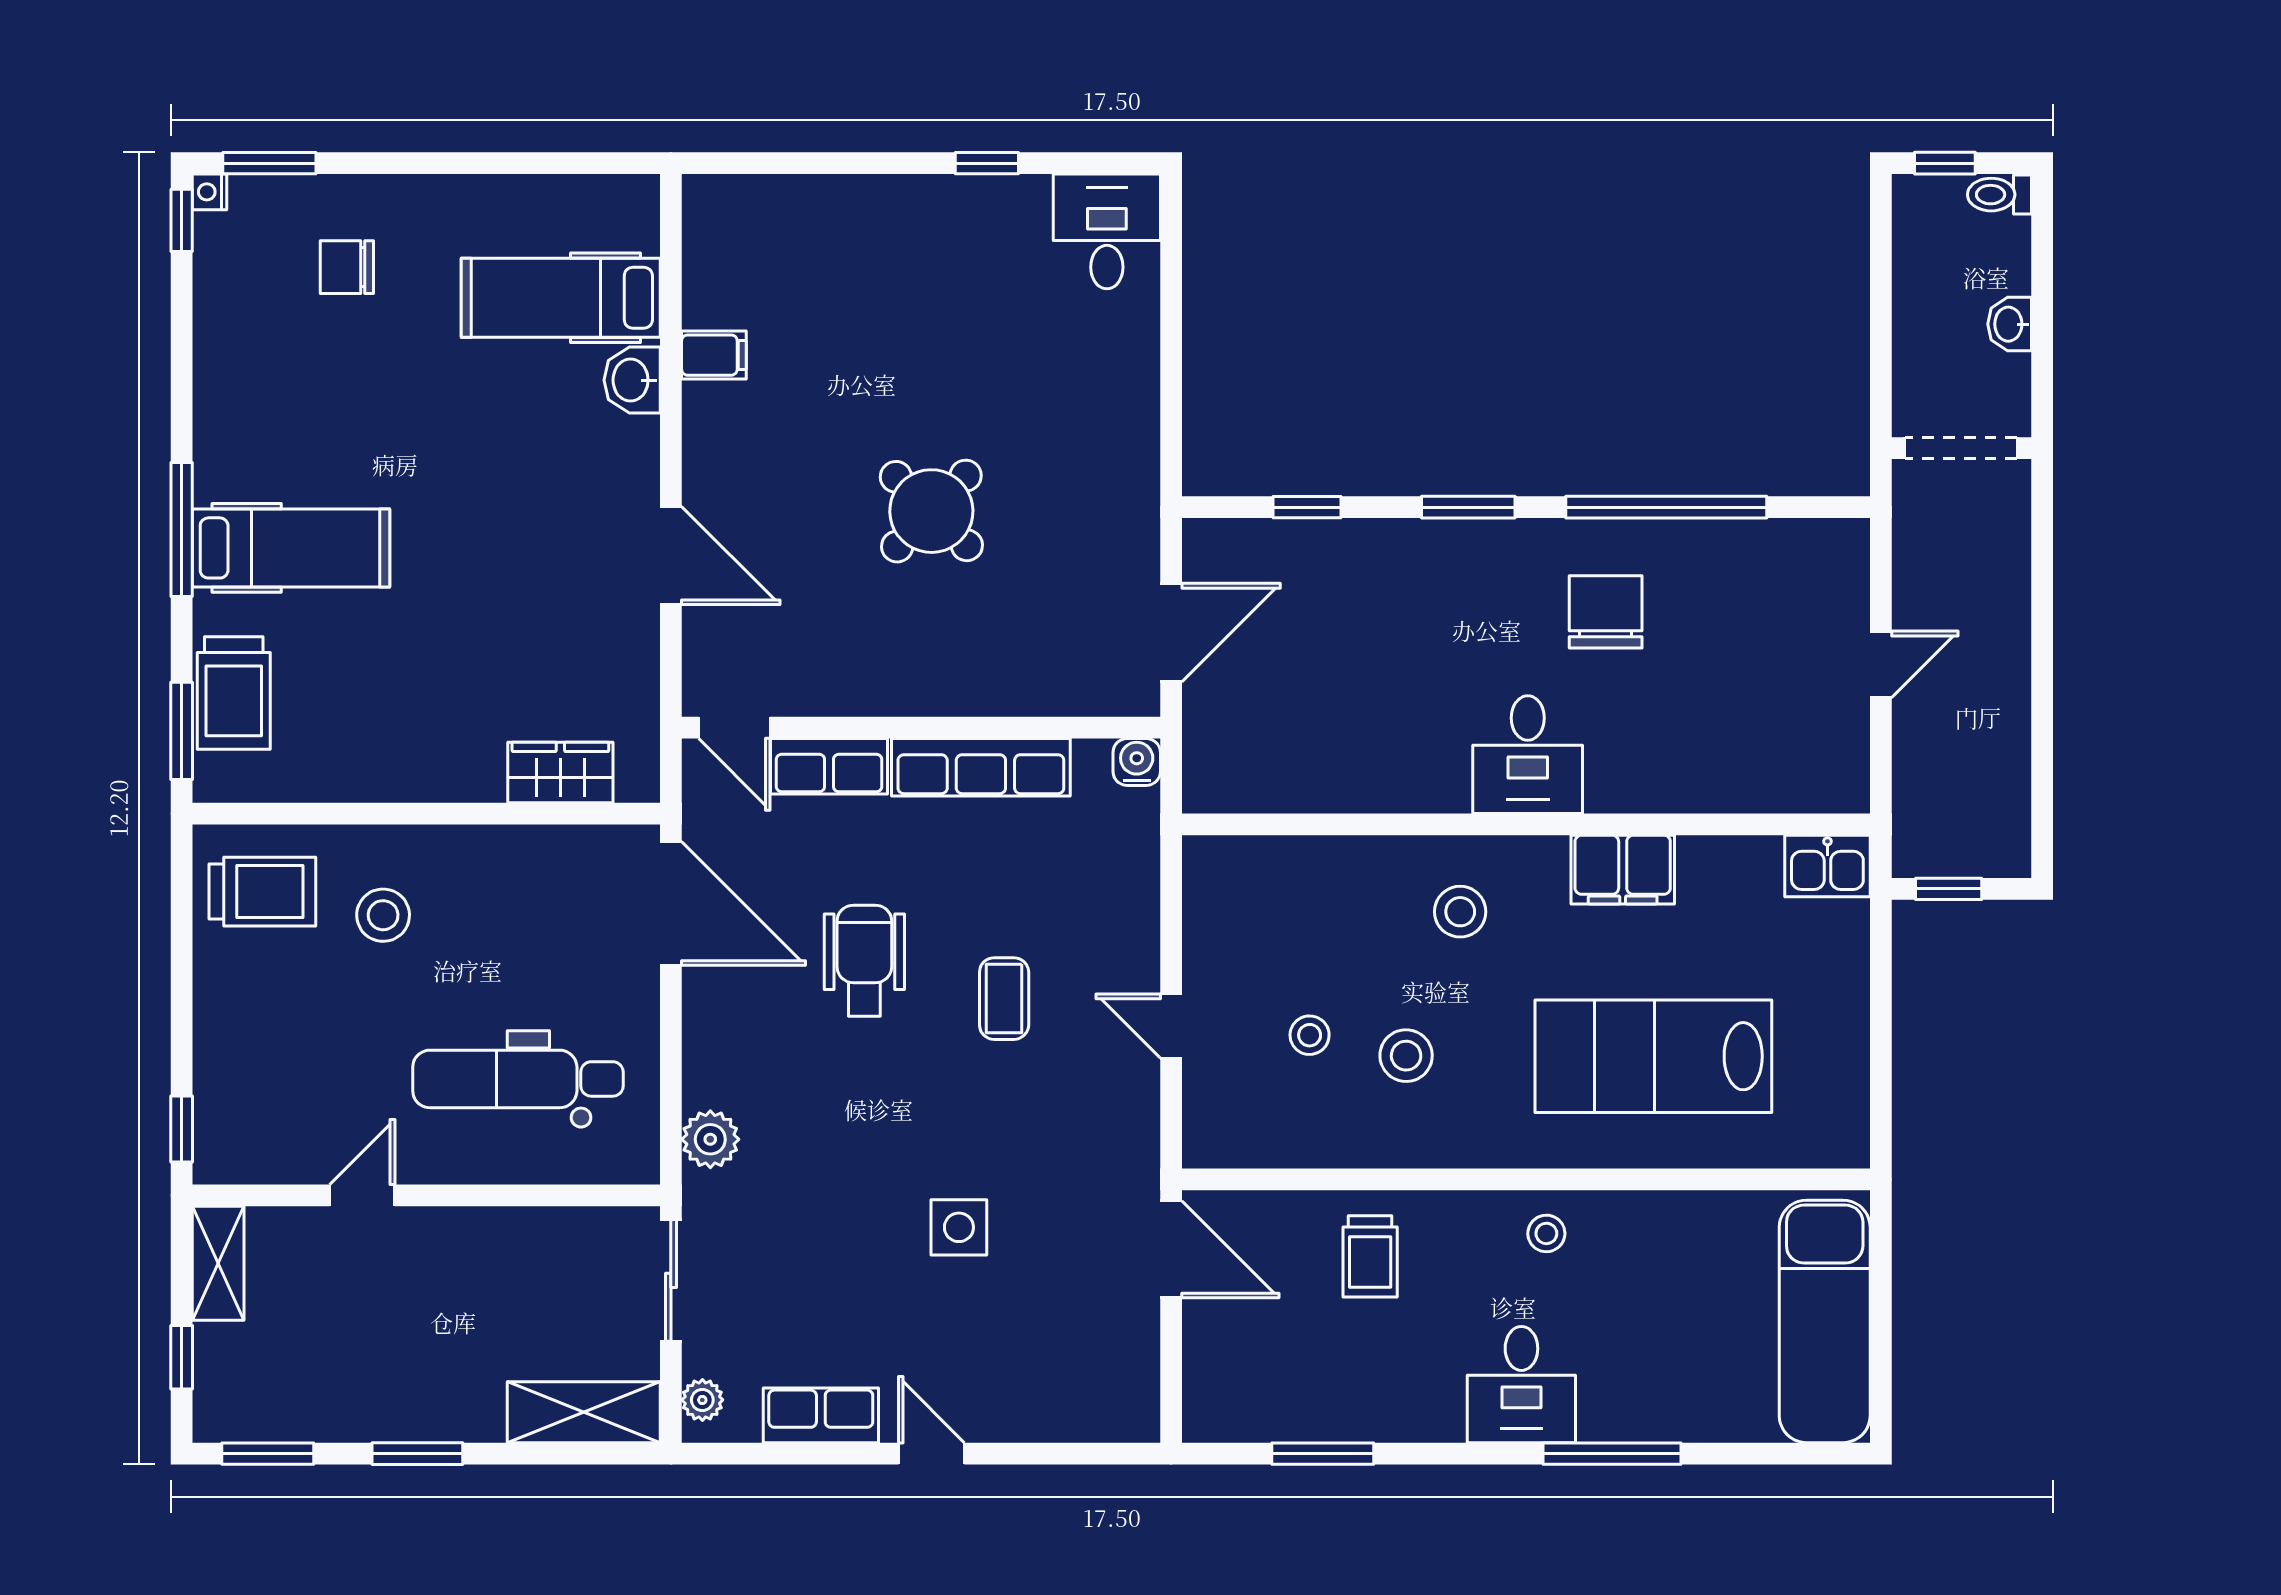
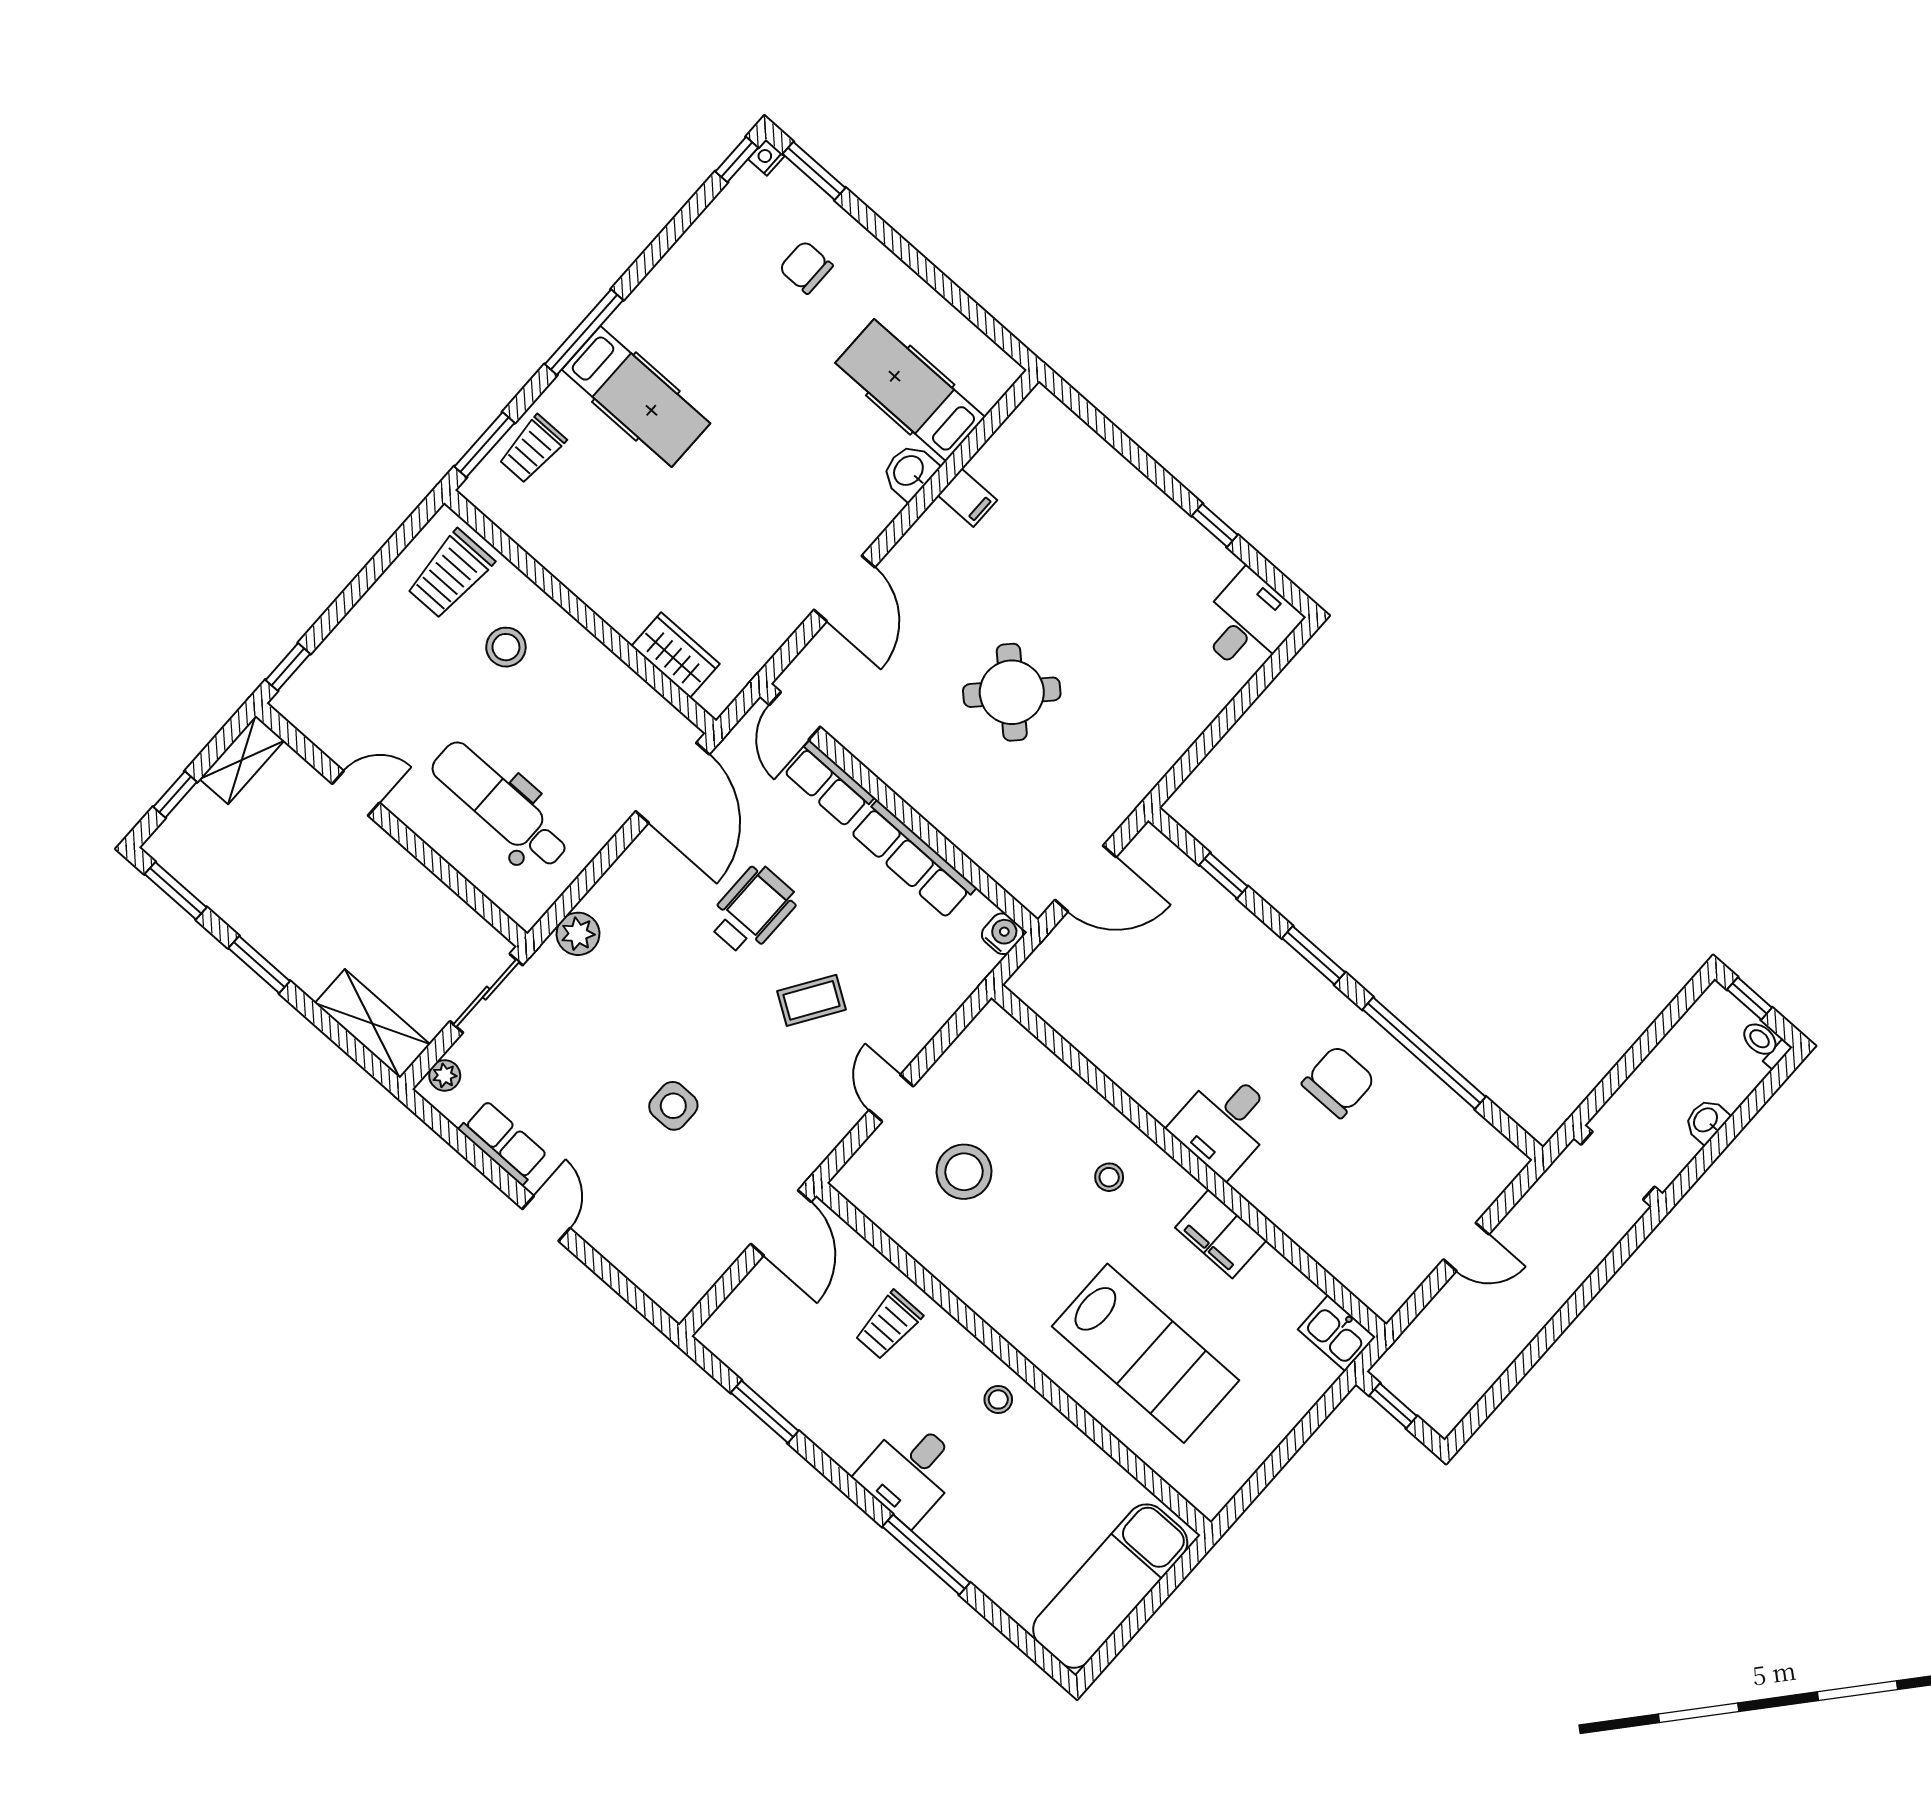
trolley: (234, 693) -> (532, 449), width x0.73, depth x0.72
trolley: (262, 892) -> (450, 574), turned 90
stool: (1460, 912) -> (1109, 1177), width x0.73, depth x0.73
coffee table: (1004, 999) -> (812, 1000), turned 33
stool: (1310, 1035) -> (964, 1172), width x1.89, depth x1.89
stool: (1406, 1056) -> (1008, 1231), removed
lab bench: (1653, 1056) -> (1146, 1353), turned 180

